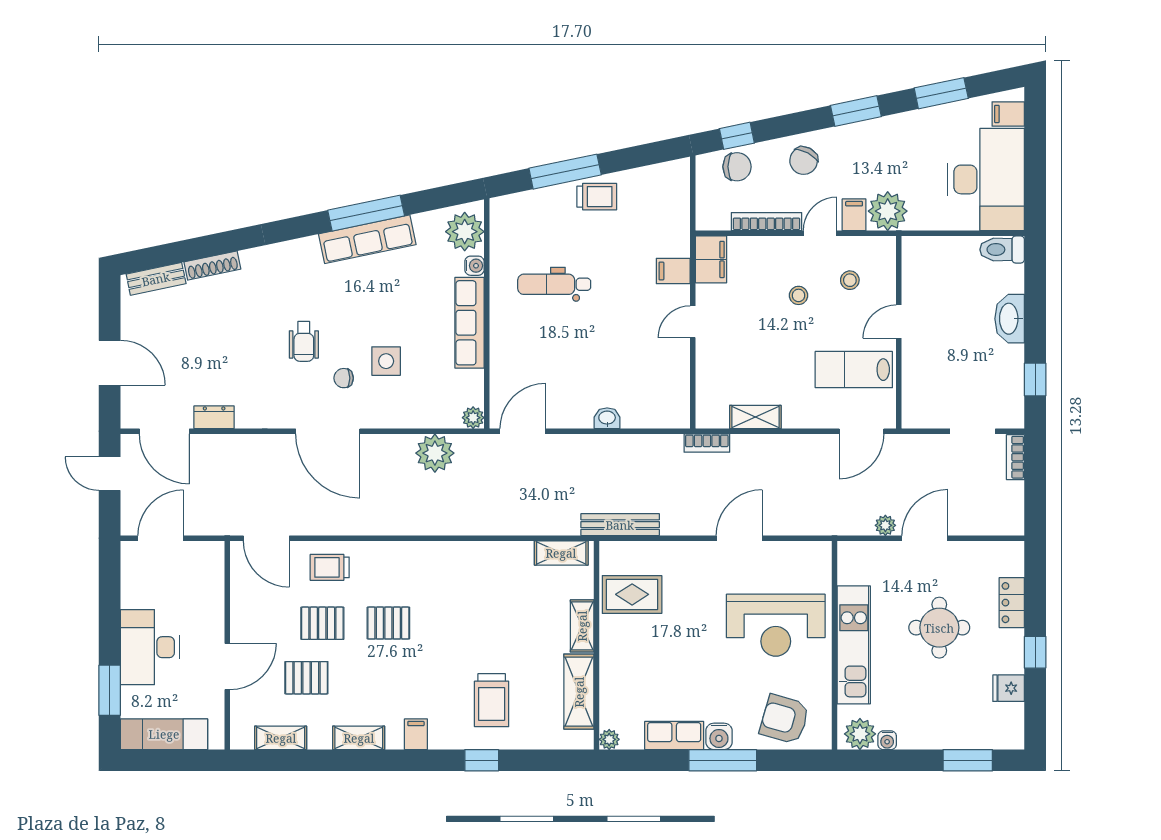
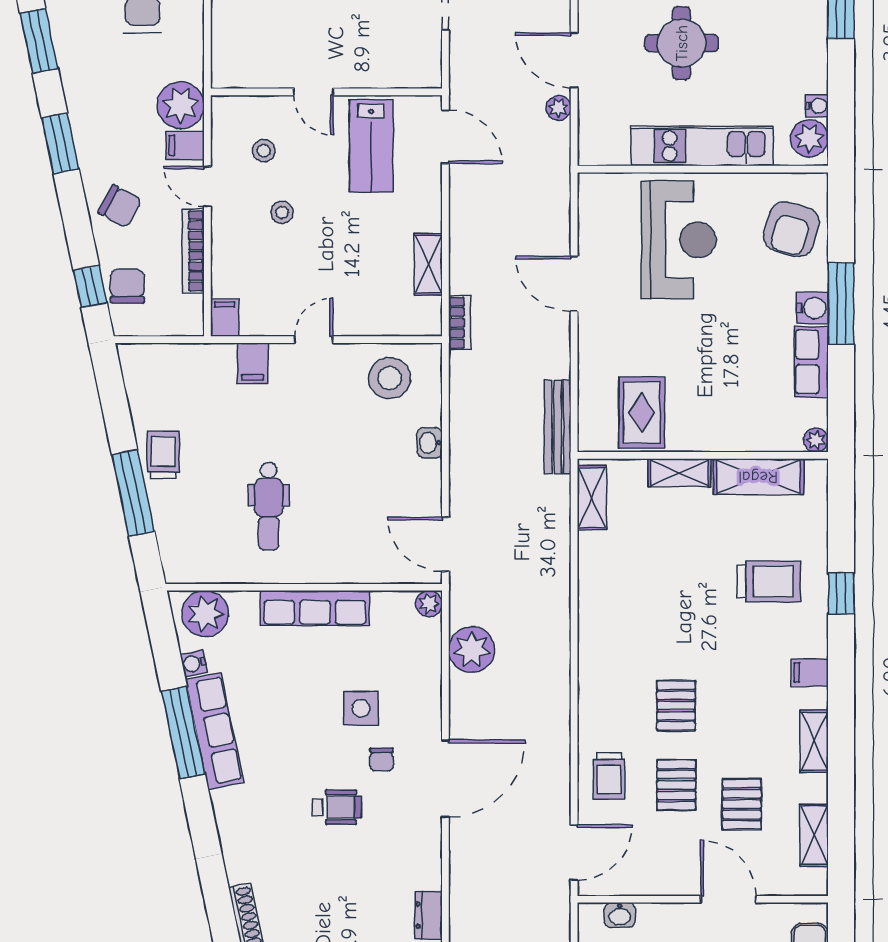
filing cabinet: (711, 259) -> (225, 318), width x0.50
water cooler: (474, 266) -> (194, 663), moved, turned -102
door: (693, 322) -> (314, 340), swing flipped
stool: (661, 385) -> (390, 378), added
washbasin: (214, 576) -> (620, 915), added

